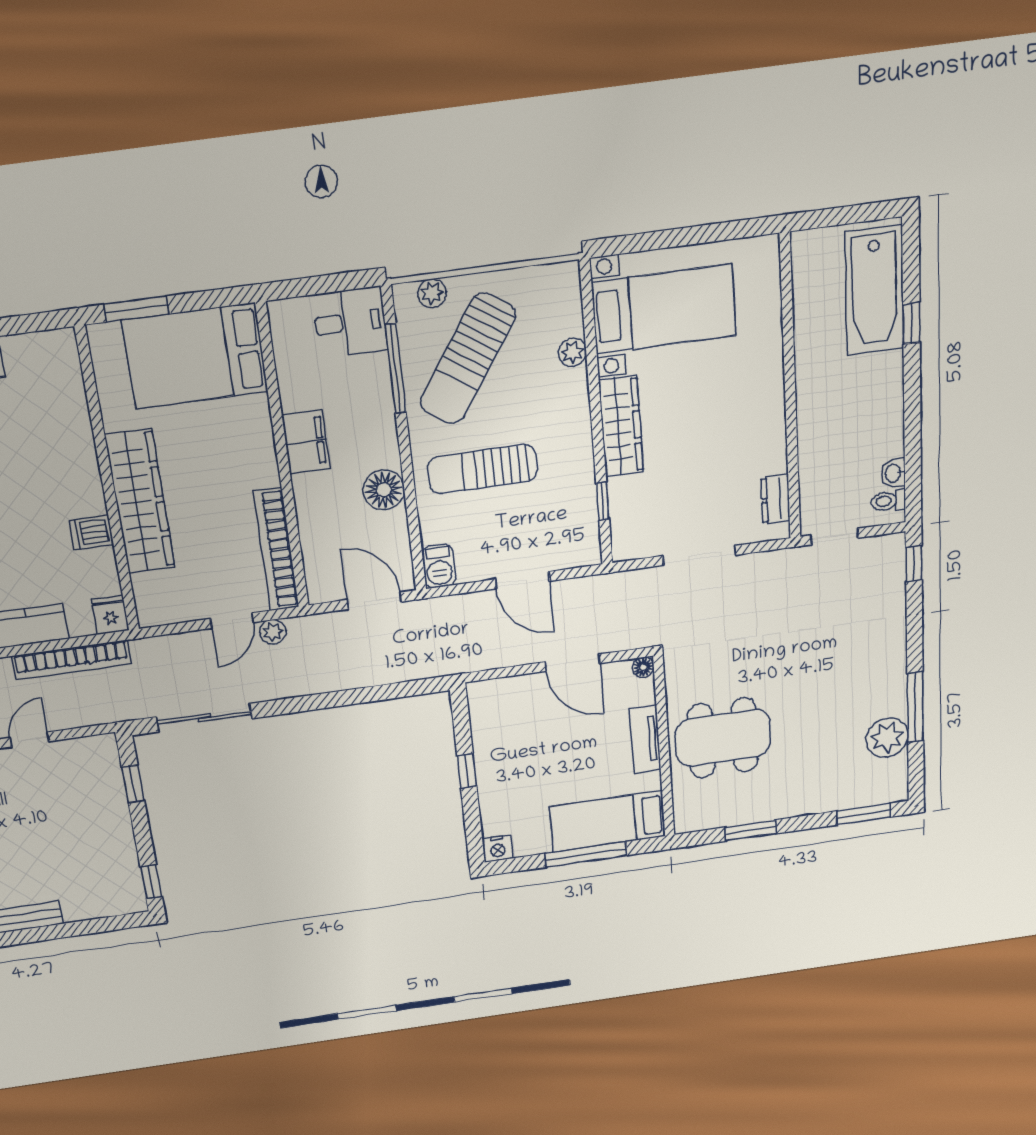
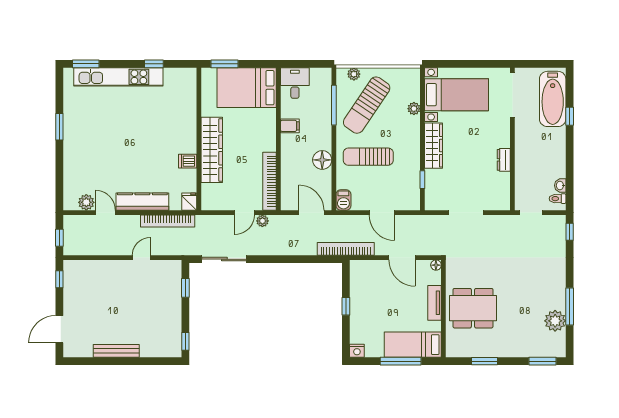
doorway: (787, 293) -> (512, 95), added
desk: (350, 322) -> (295, 83), moved, turned -90
filing cabinet: (306, 442) -> (290, 126), width x0.50
dresser: (776, 499) -> (504, 160), moved
bookcase: (454, 662) -> (346, 249), added

